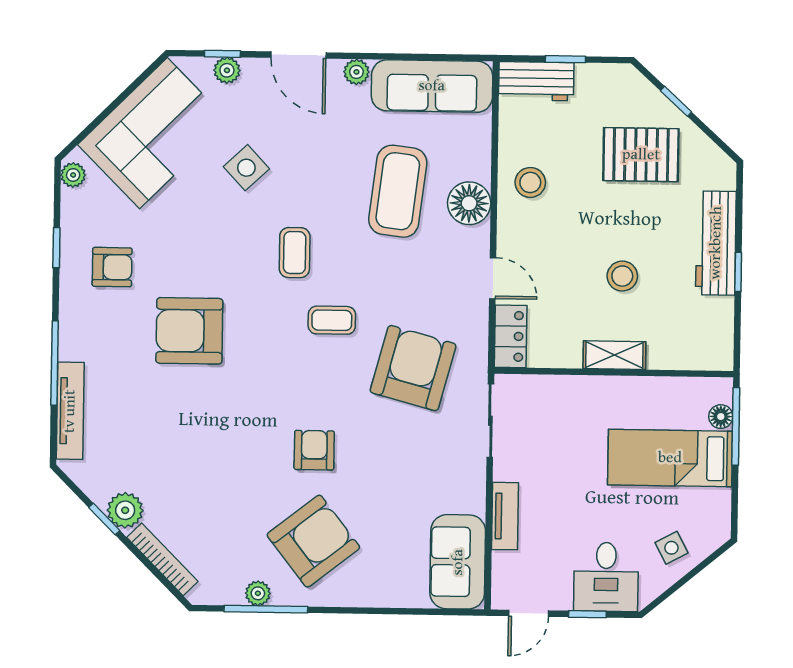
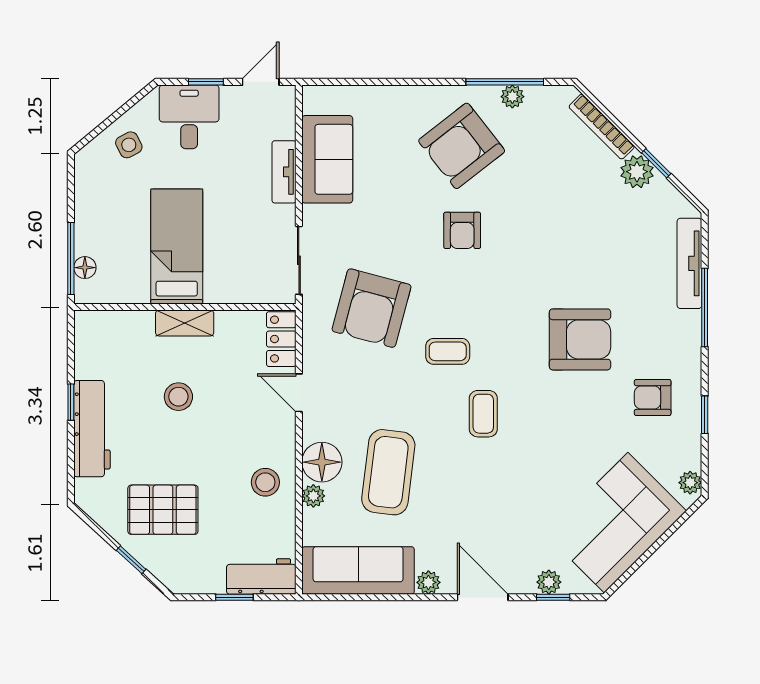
plant: (479, 167) -> (313, 496), added
side table: (246, 168) -> (529, 492), removed
bed: (670, 458) -> (177, 246), moved, turned -90
sofa: (458, 562) -> (327, 159), moved

